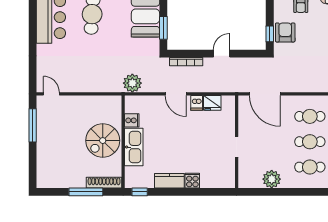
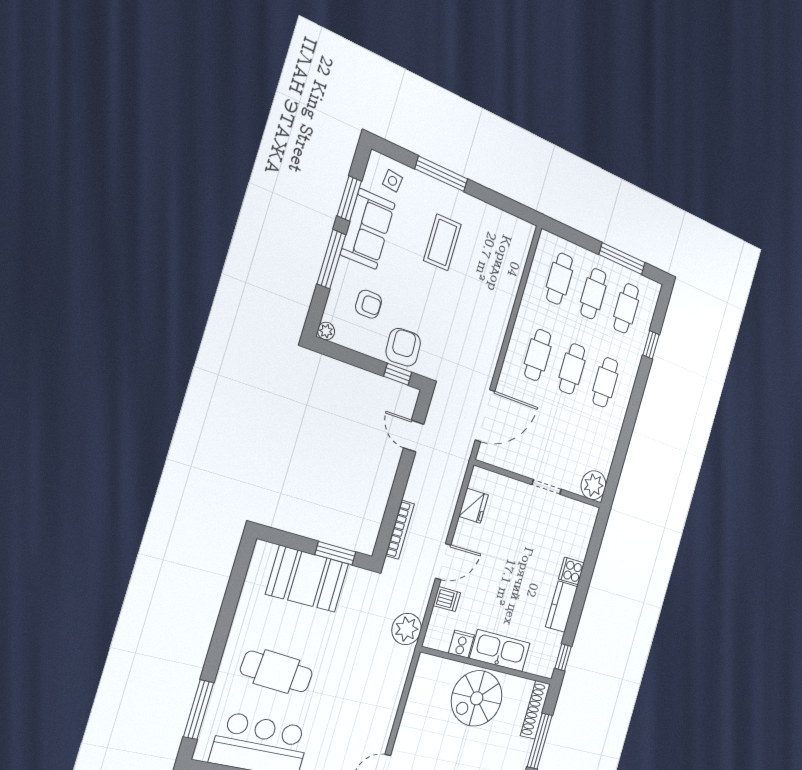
armchair: (285, 32) -> (403, 347), turned 87
door: (222, 54) -> (414, 436), moved
dishwasher: (197, 103) -> (447, 599), moved
spiral stairs: (103, 141) -> (477, 698), turned 90
plant: (272, 179) -> (594, 485), moved

